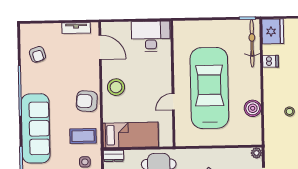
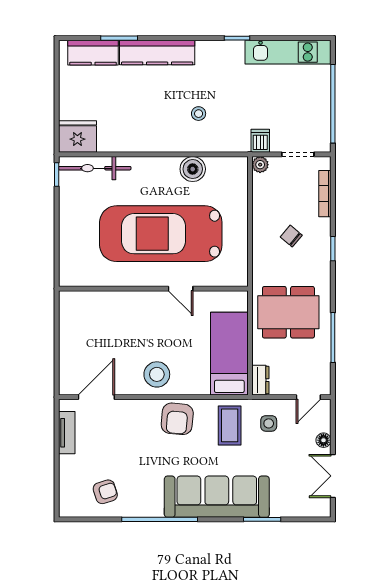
desk: (151, 36) -> (81, 320), removed
dishwasher: (271, 61) -> (260, 141), moved

